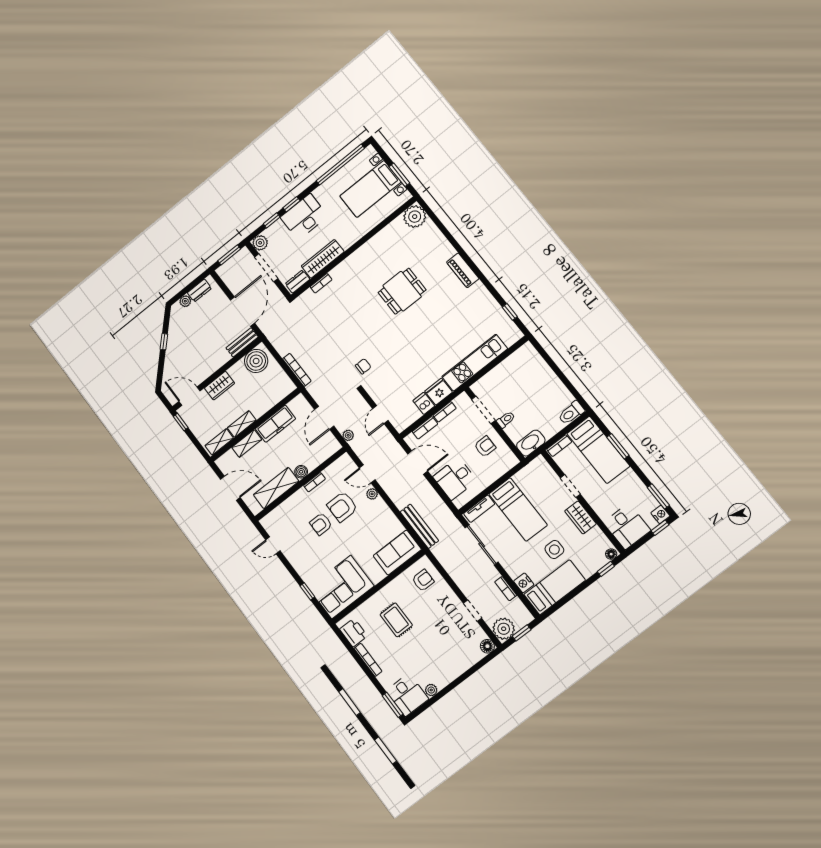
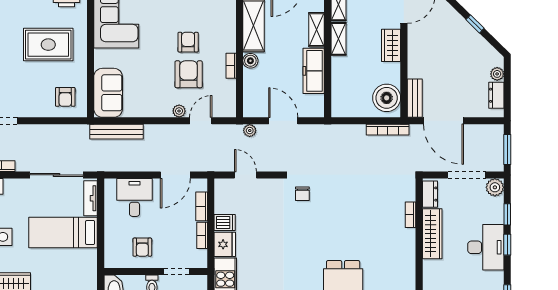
bookcase: (297, 370) -> (388, 130), moved
doorway: (483, 410) -> (176, 272), width x0.73
rug: (396, 620) -> (48, 45), width x1.36, depth x1.43

